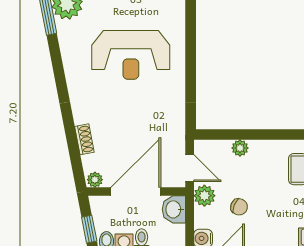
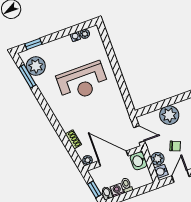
plant: (240, 148) -> (169, 115), width x1.88, depth x1.88
door: (136, 192) -> (113, 158), hinge flipped
plant: (204, 196) -> (157, 159), moved

